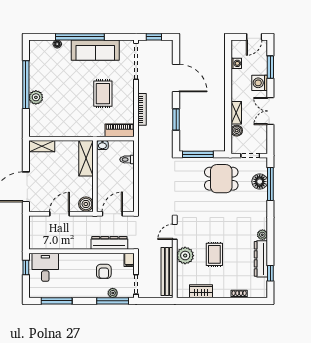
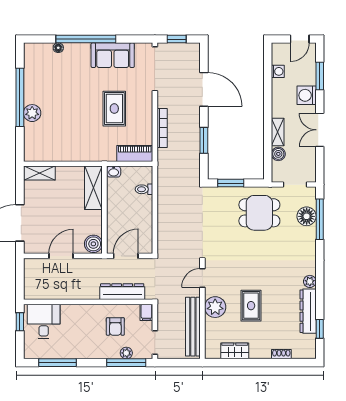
sofa: (95, 50) -> (113, 55), width x0.73
window: (198, 154) -> (231, 183), width x0.69

